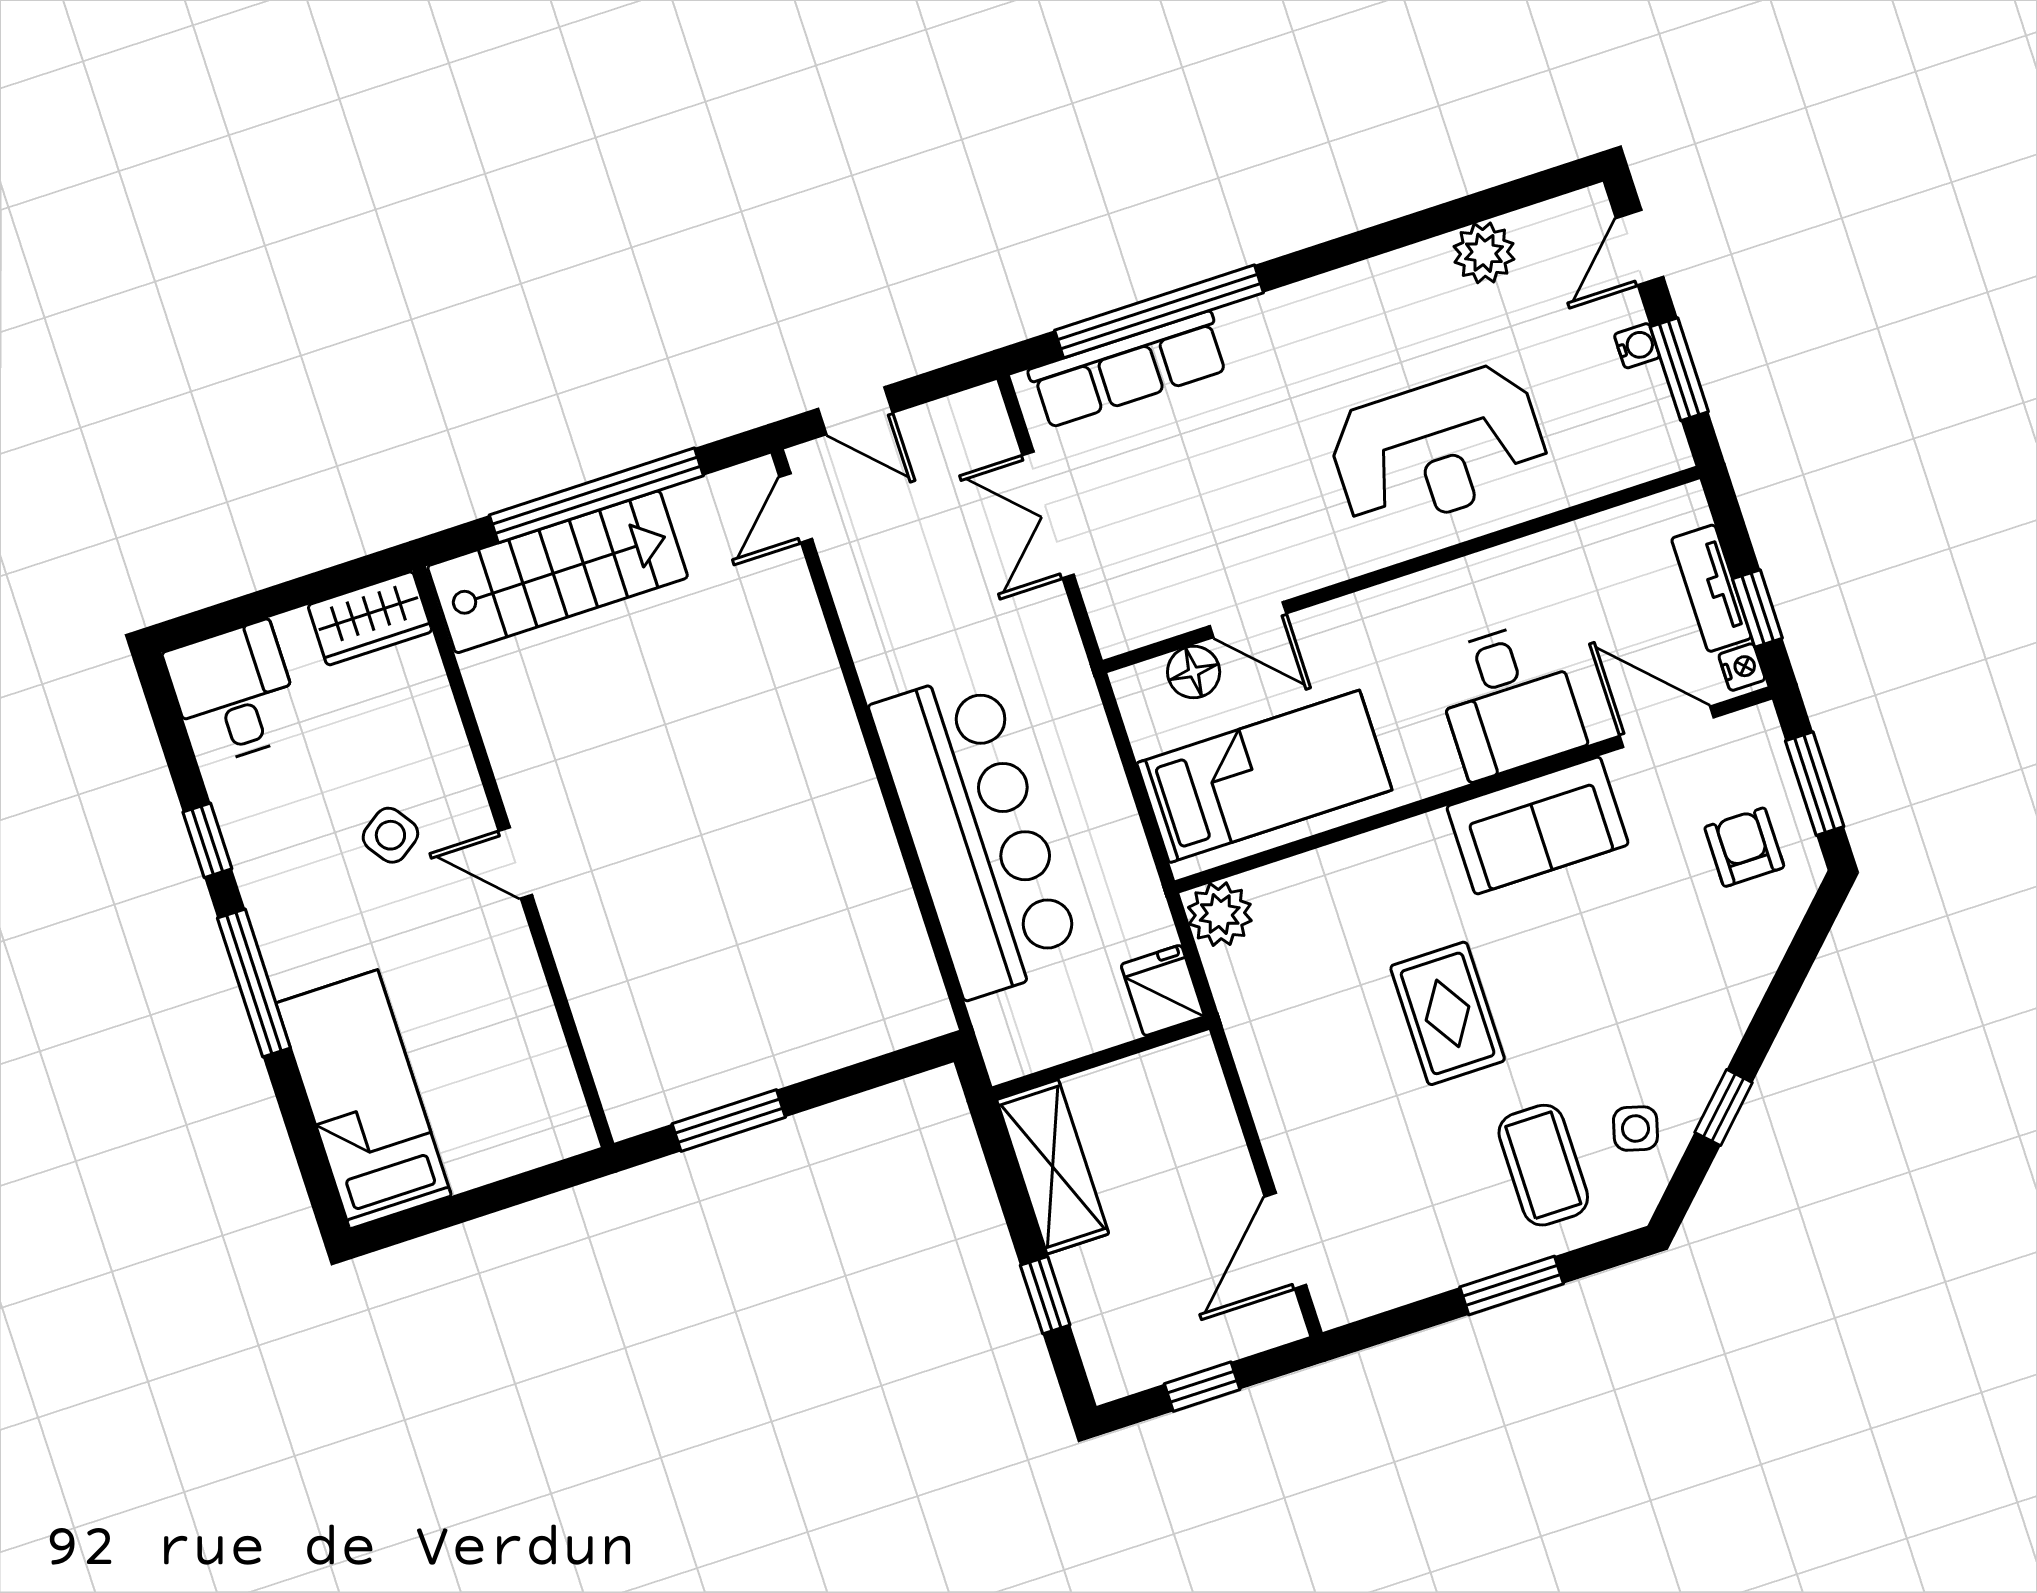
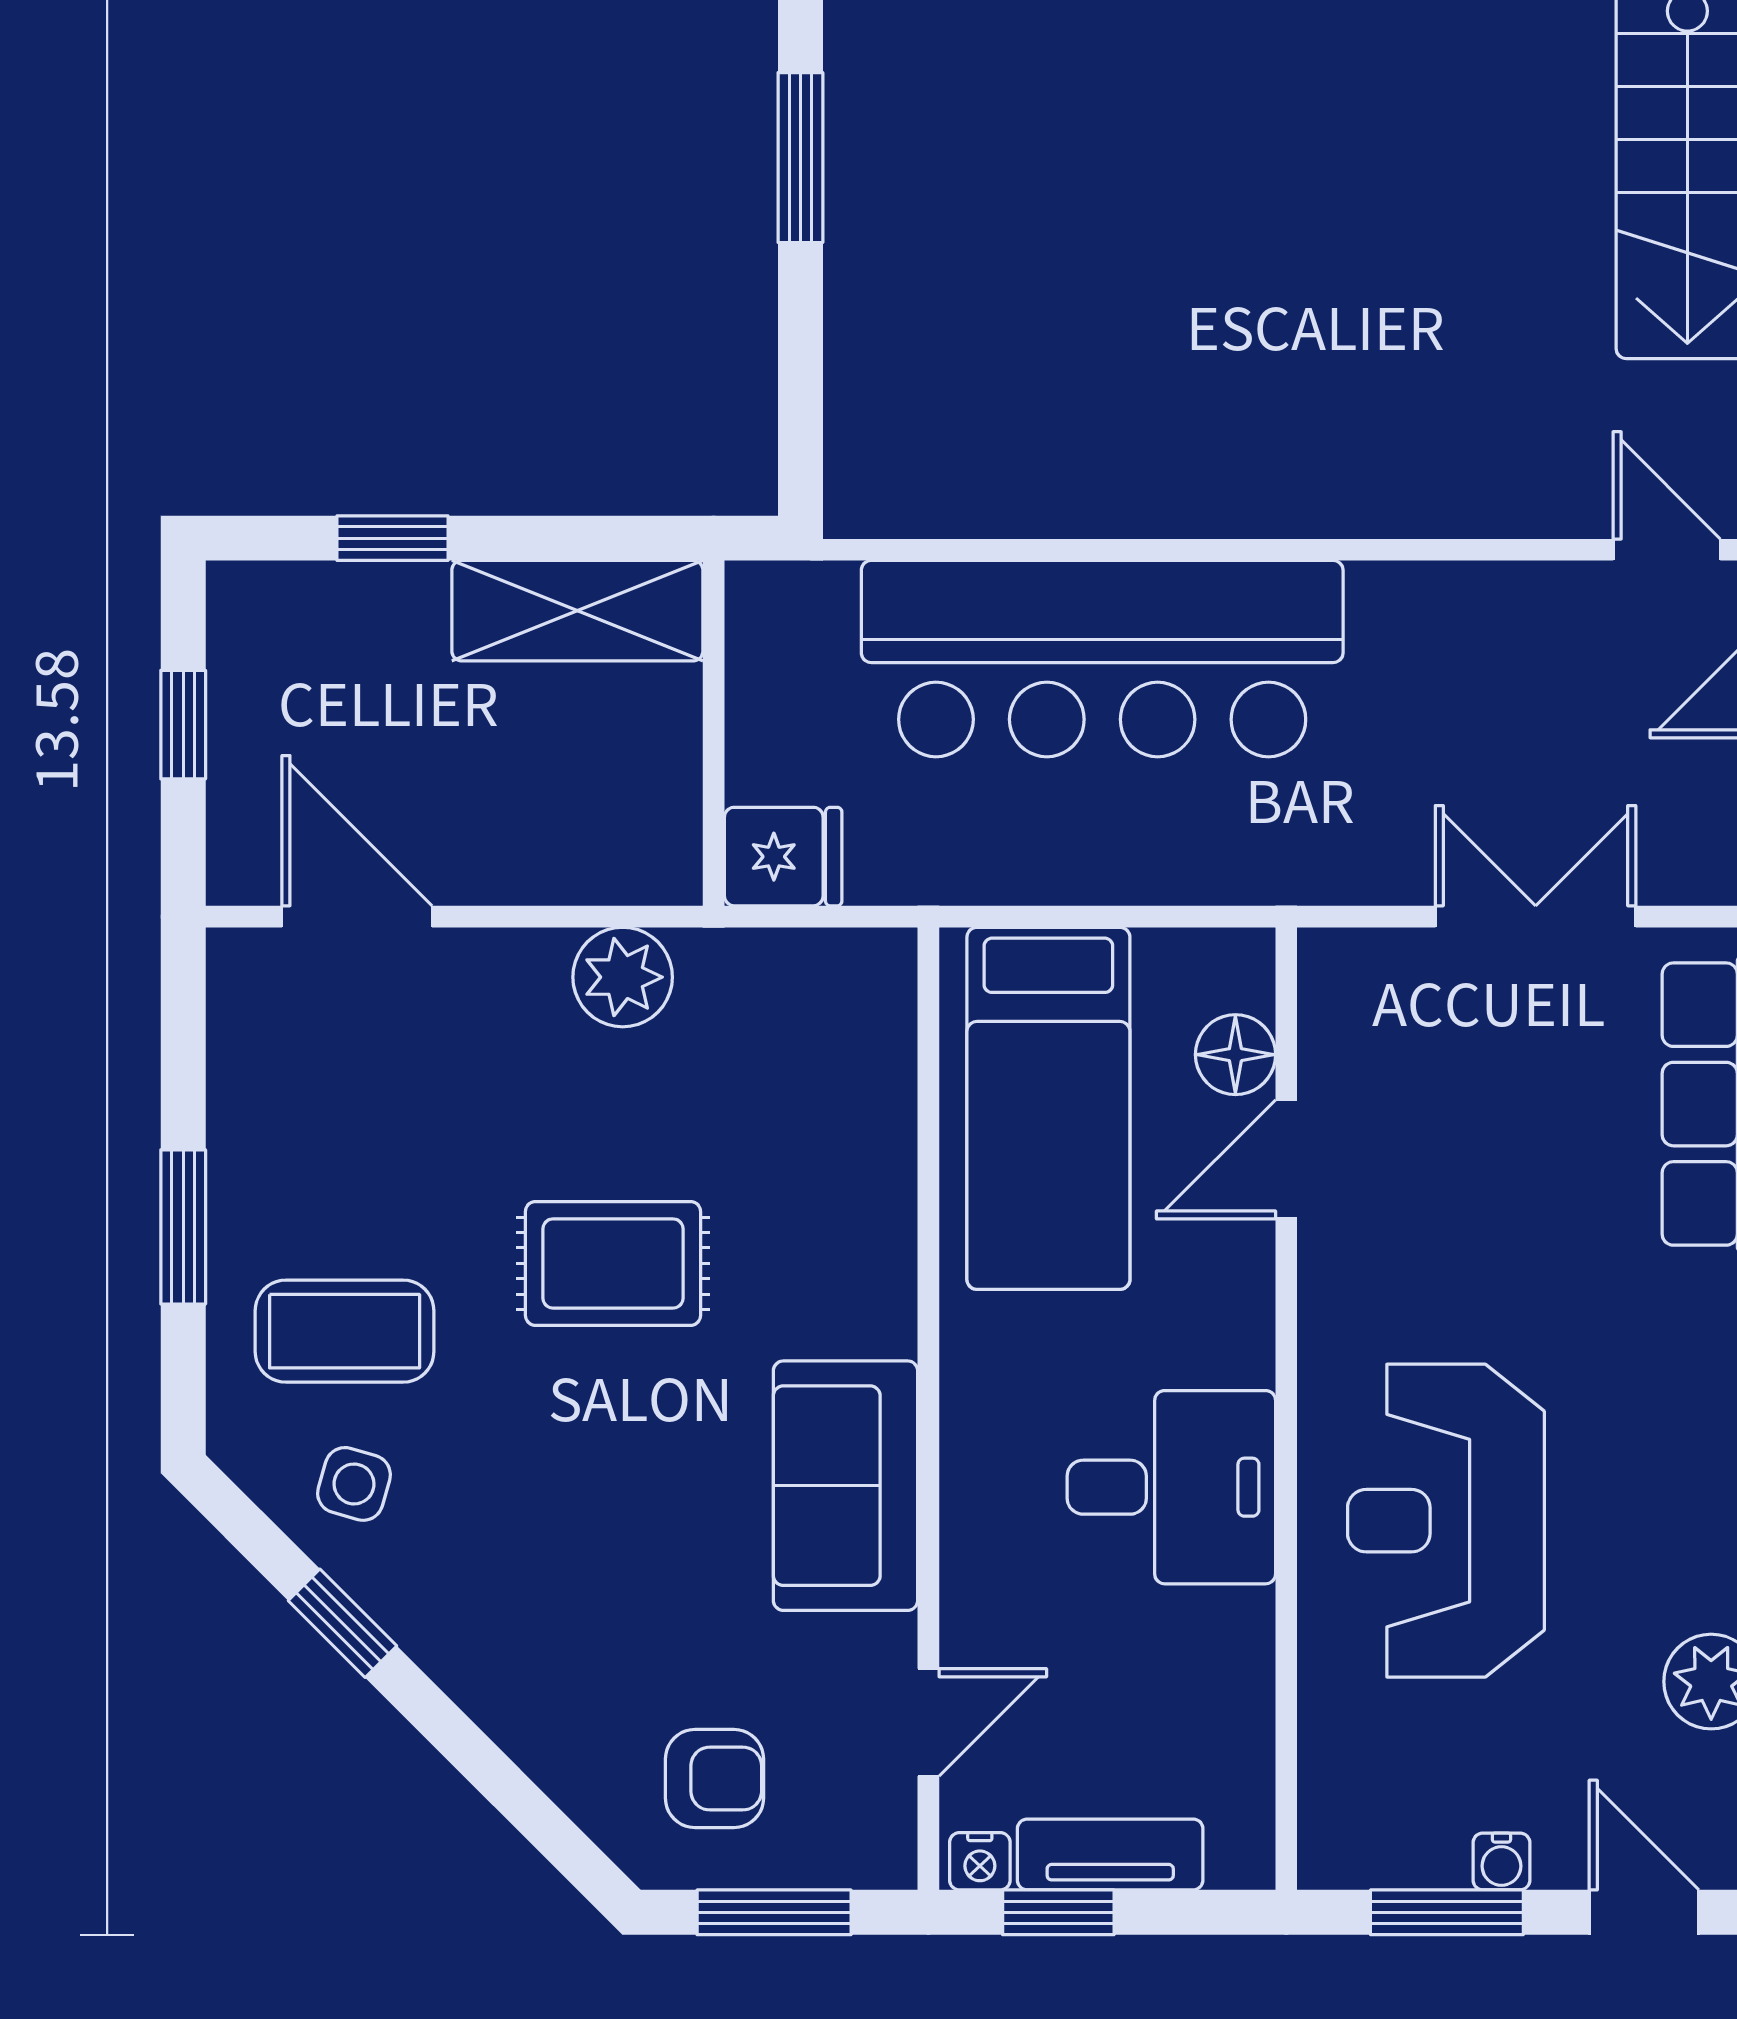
desk: (1508, 700) -> (1171, 1487), moved, turned 180
door: (1667, 727) -> (928, 1722), width x0.73
plant: (1220, 914) -> (623, 977), moved

